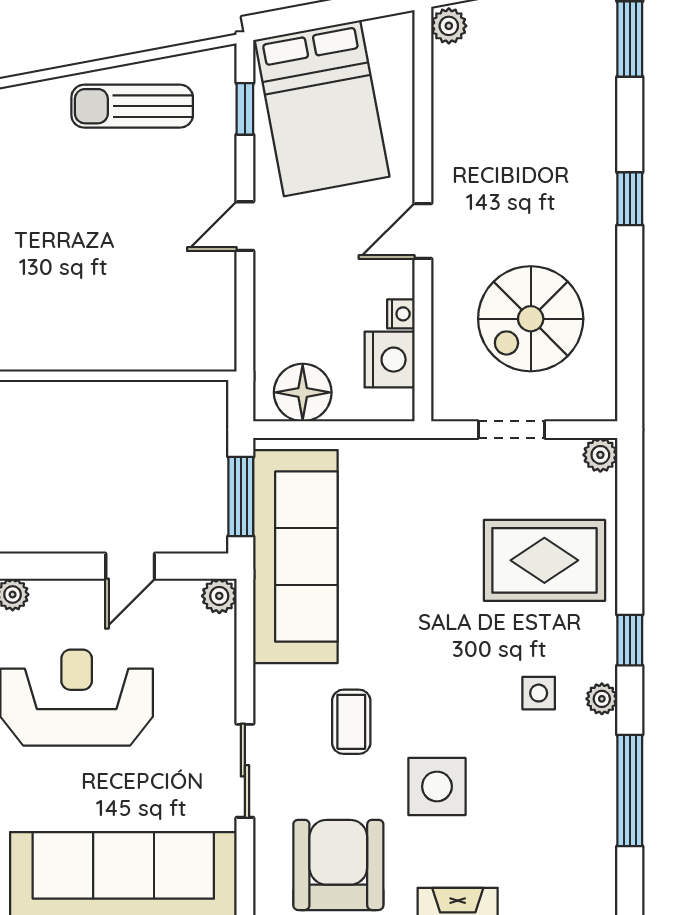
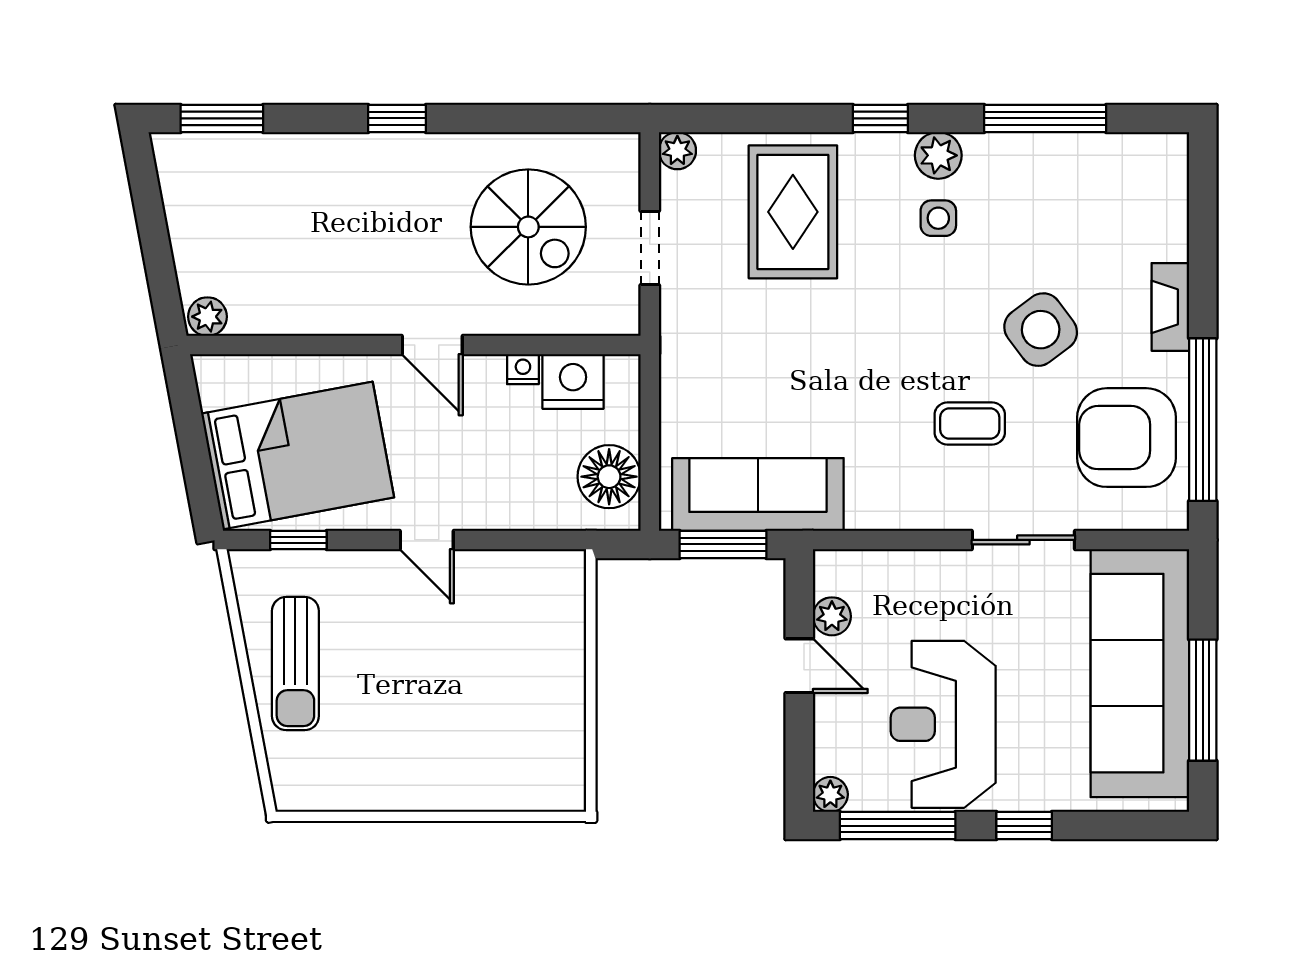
sofa: (295, 557) -> (758, 494), width x0.74, depth x0.79
plant: (219, 596) -> (832, 616), moved
plant: (602, 699) -> (938, 155), width x1.38, depth x1.38
side table: (437, 786) -> (1041, 330), turned -37

